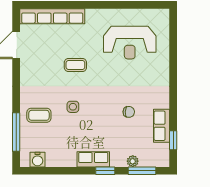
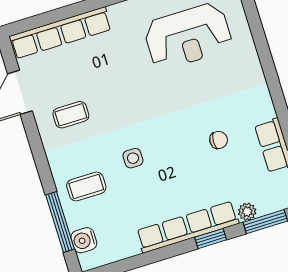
coffee table: (75, 65) -> (71, 115), moved
row of seats: (93, 159) -> (188, 227), width x2.02
water cooler: (38, 160) -> (84, 240), moved, turned 90

